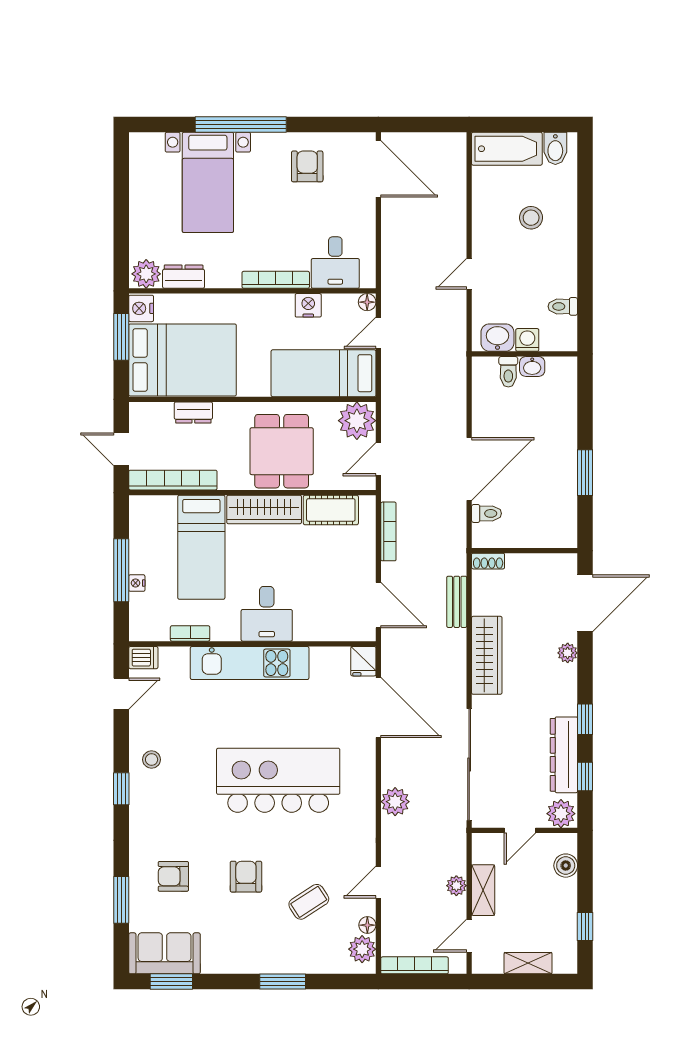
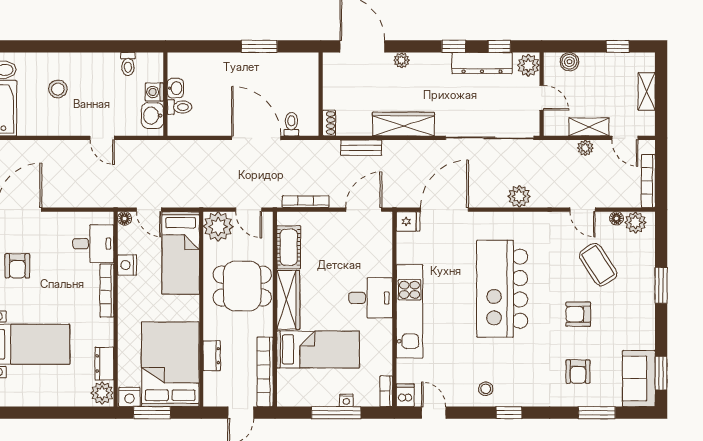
armchair: (307, 166) -> (17, 266), turned -90
bookcase: (190, 633) -> (386, 391), moved
coffee table: (309, 902) -> (598, 265), width x1.36, depth x1.30

